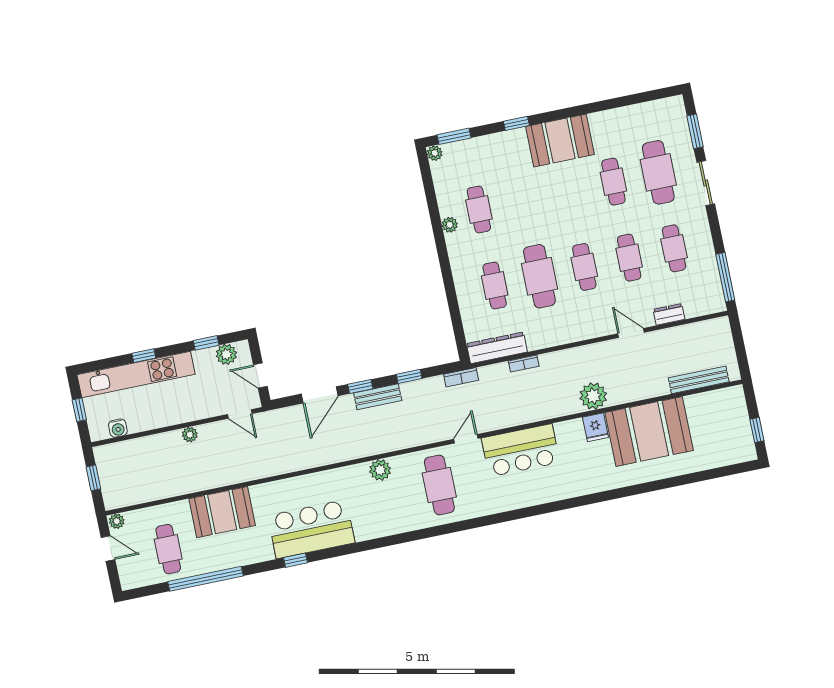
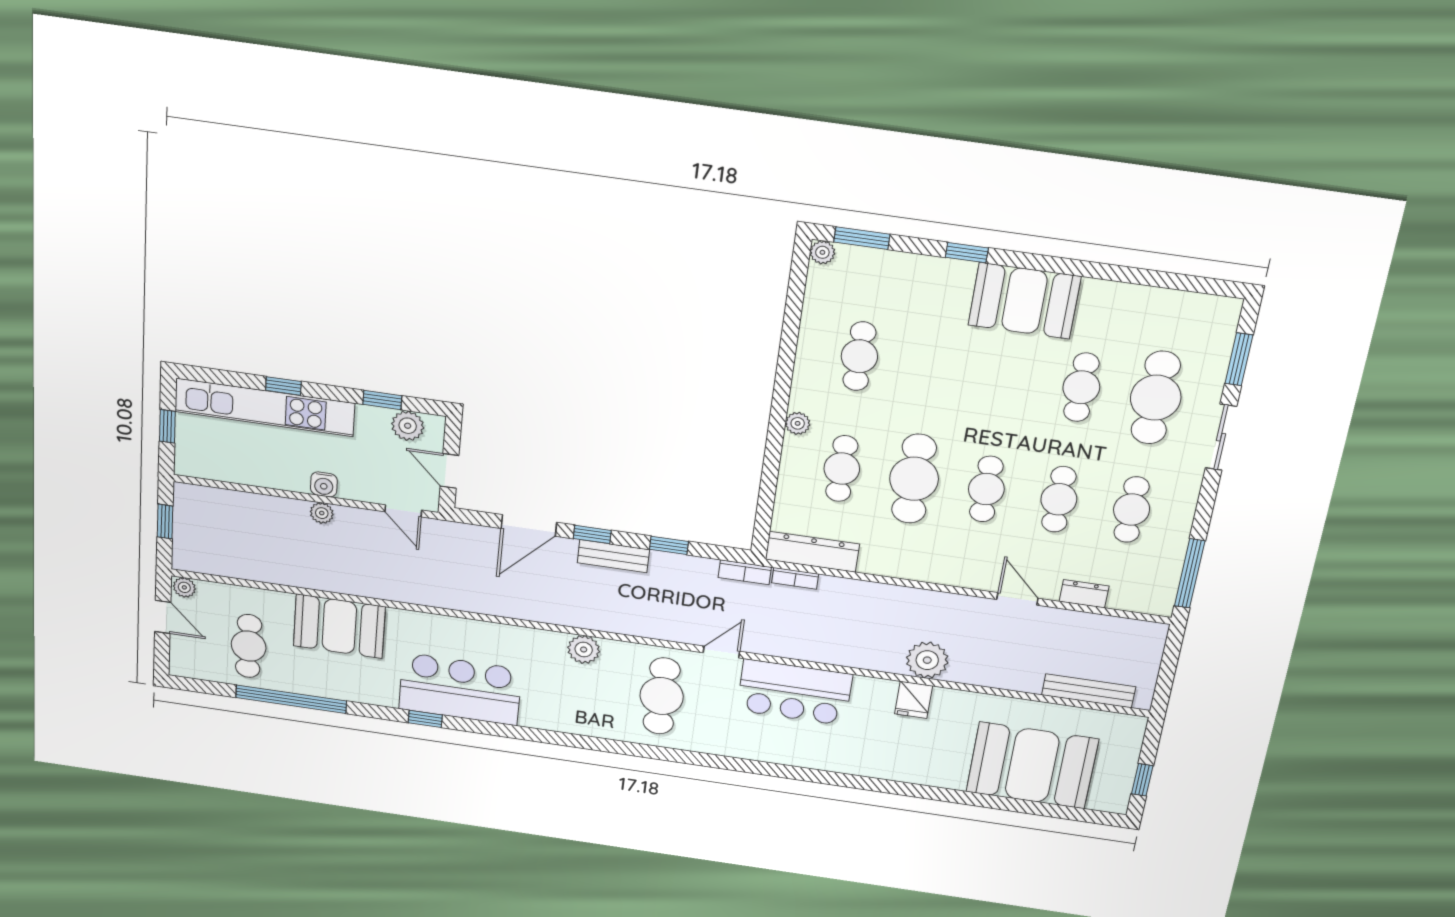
plant: (450, 225) -> (798, 423), moved
bookcase: (524, 364) -> (795, 578), moved
water cooler: (118, 428) -> (324, 484), moved
booth: (649, 431) -> (1032, 766), moved

